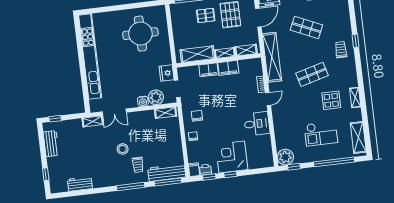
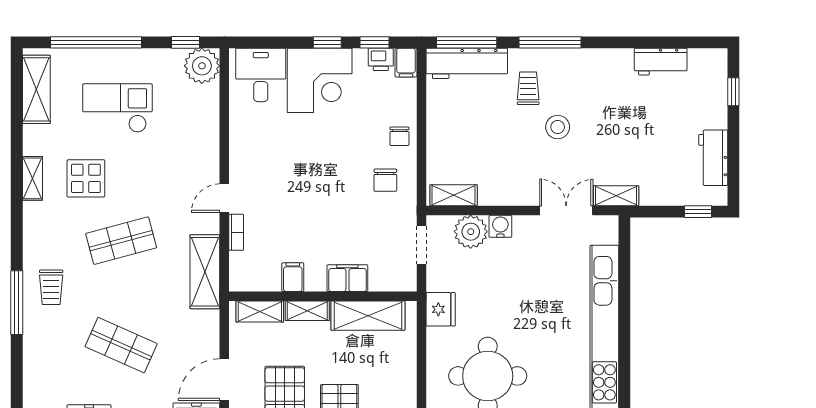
window: (355, 41) -> (17, 303), width x2.17
shelving: (272, 57) -> (205, 272), width x0.68
filing cabinet: (228, 68) -> (293, 277), width x0.50
fridge: (167, 73) -> (441, 309), moved
desk: (257, 124) -> (261, 75), moved, turned 90

